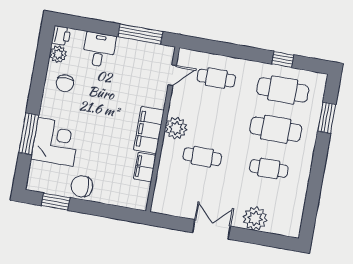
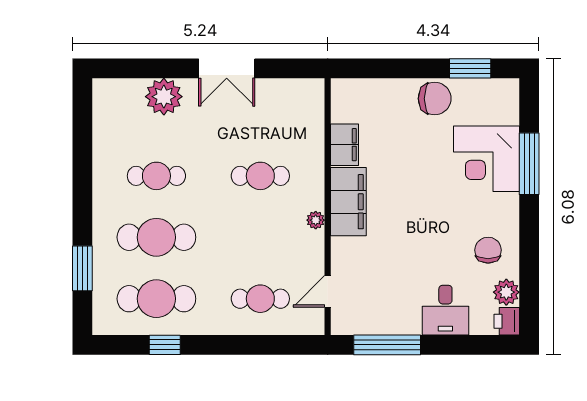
plant: (176, 128) -> (316, 220), width x0.53, depth x0.53

